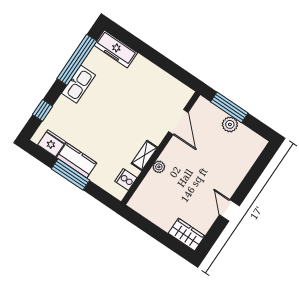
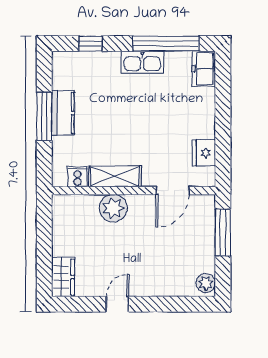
freezer: (116, 49) -> (204, 69), width x0.71
plant: (230, 124) -> (206, 283), moved
fridge: (52, 143) -> (204, 153), moved, turned 180
shelving: (144, 155) -> (115, 176), width x1.50, depth x1.33
plant: (159, 167) -> (113, 208), width x1.87, depth x1.87

